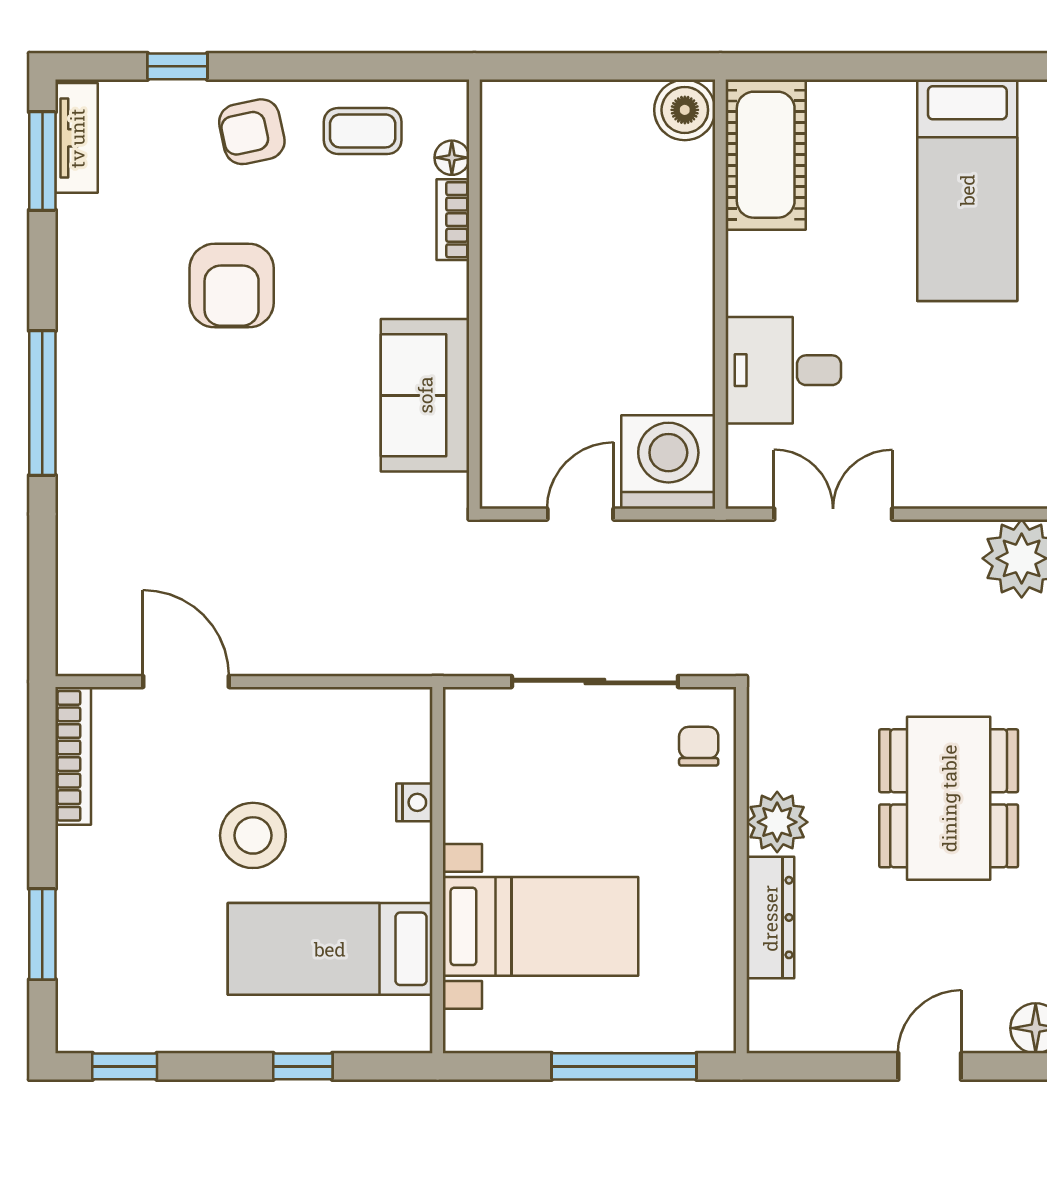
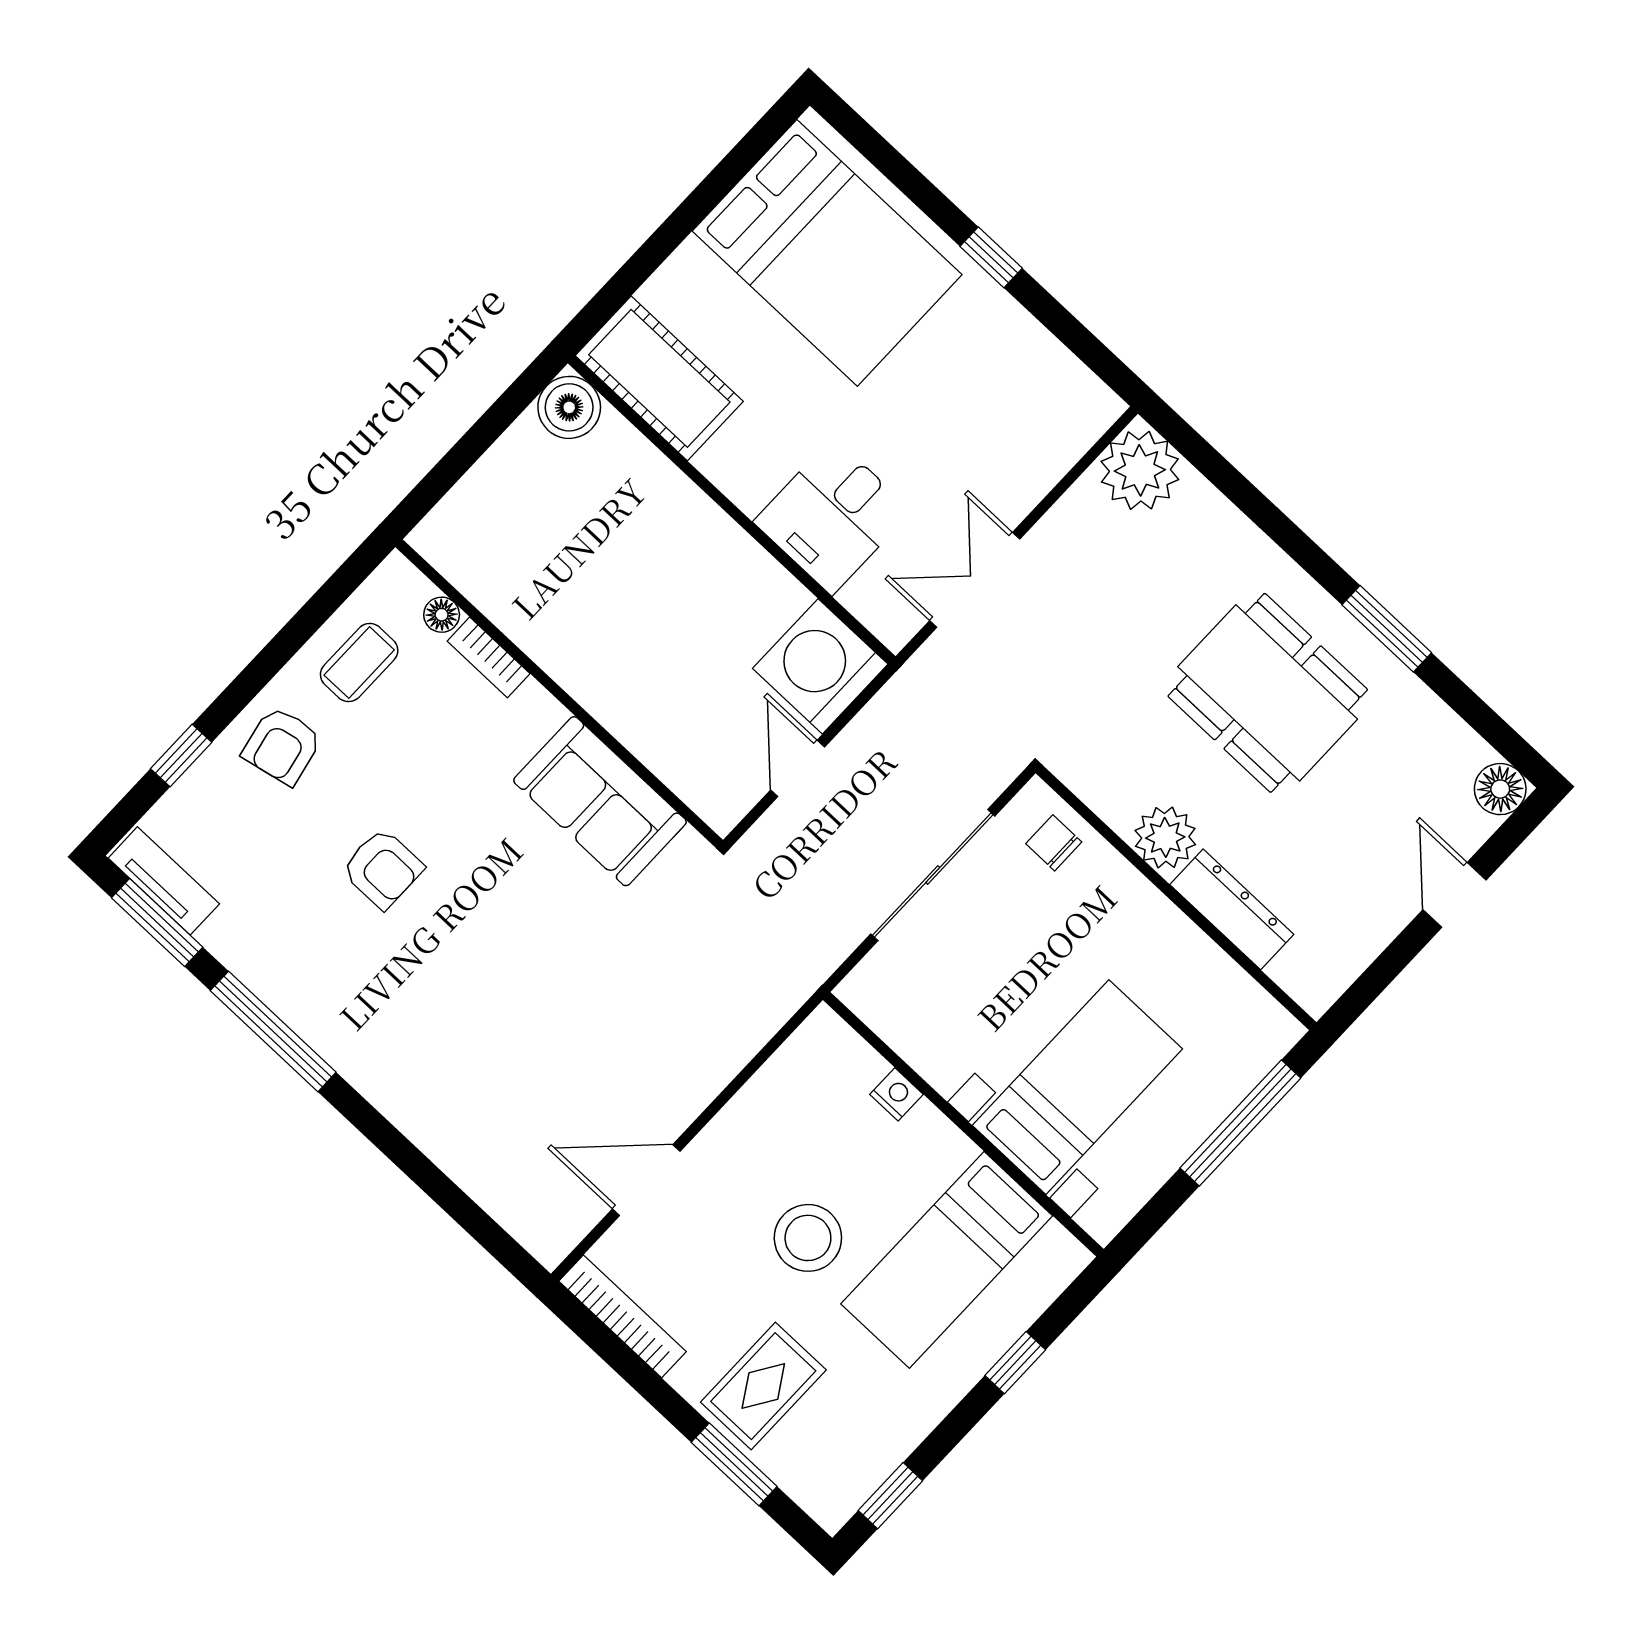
bed: (967, 190) -> (827, 253), width x1.50
armchair: (232, 286) -> (383, 869), width x0.72, depth x0.72
window: (42, 403) -> (273, 1031), moved
rug: (118, 903) -> (763, 1386), added

